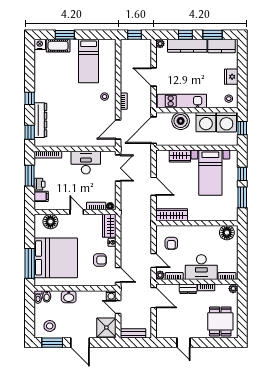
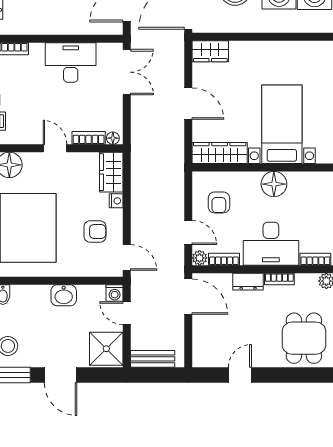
wardrobe: (180, 156) -> (210, 51), moved
bed with nightstands: (210, 173) -> (282, 124), moved, turned 180
floor lamp: (227, 233) -> (274, 184), moved
washbasin: (69, 297) -> (64, 295), moved
door: (183, 343) -> (240, 375), swing flipped

